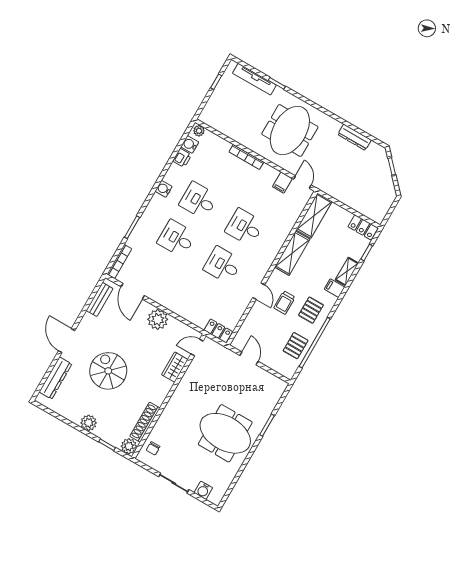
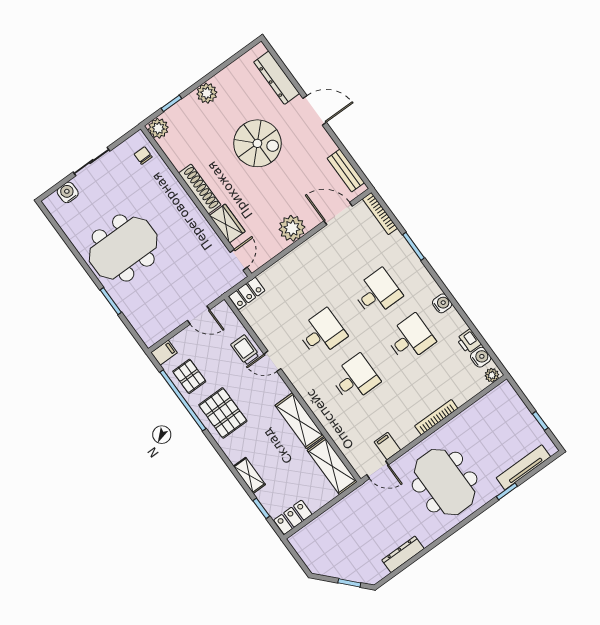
filing cabinet: (335, 288) -> (164, 353), moved
trolley: (284, 303) -> (245, 350), moved
pallet: (311, 310) -> (223, 413), width x1.50, depth x1.42
shoe rack: (145, 422) -> (200, 189), moved

